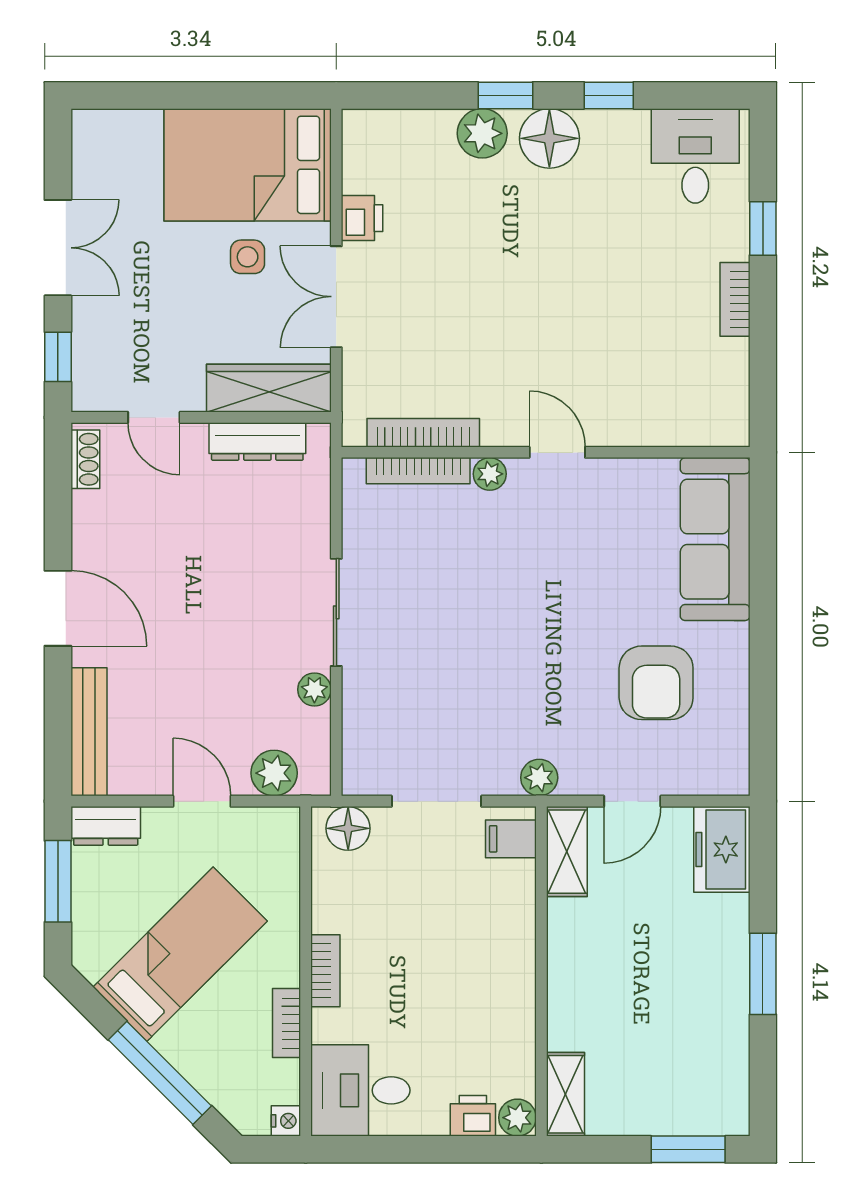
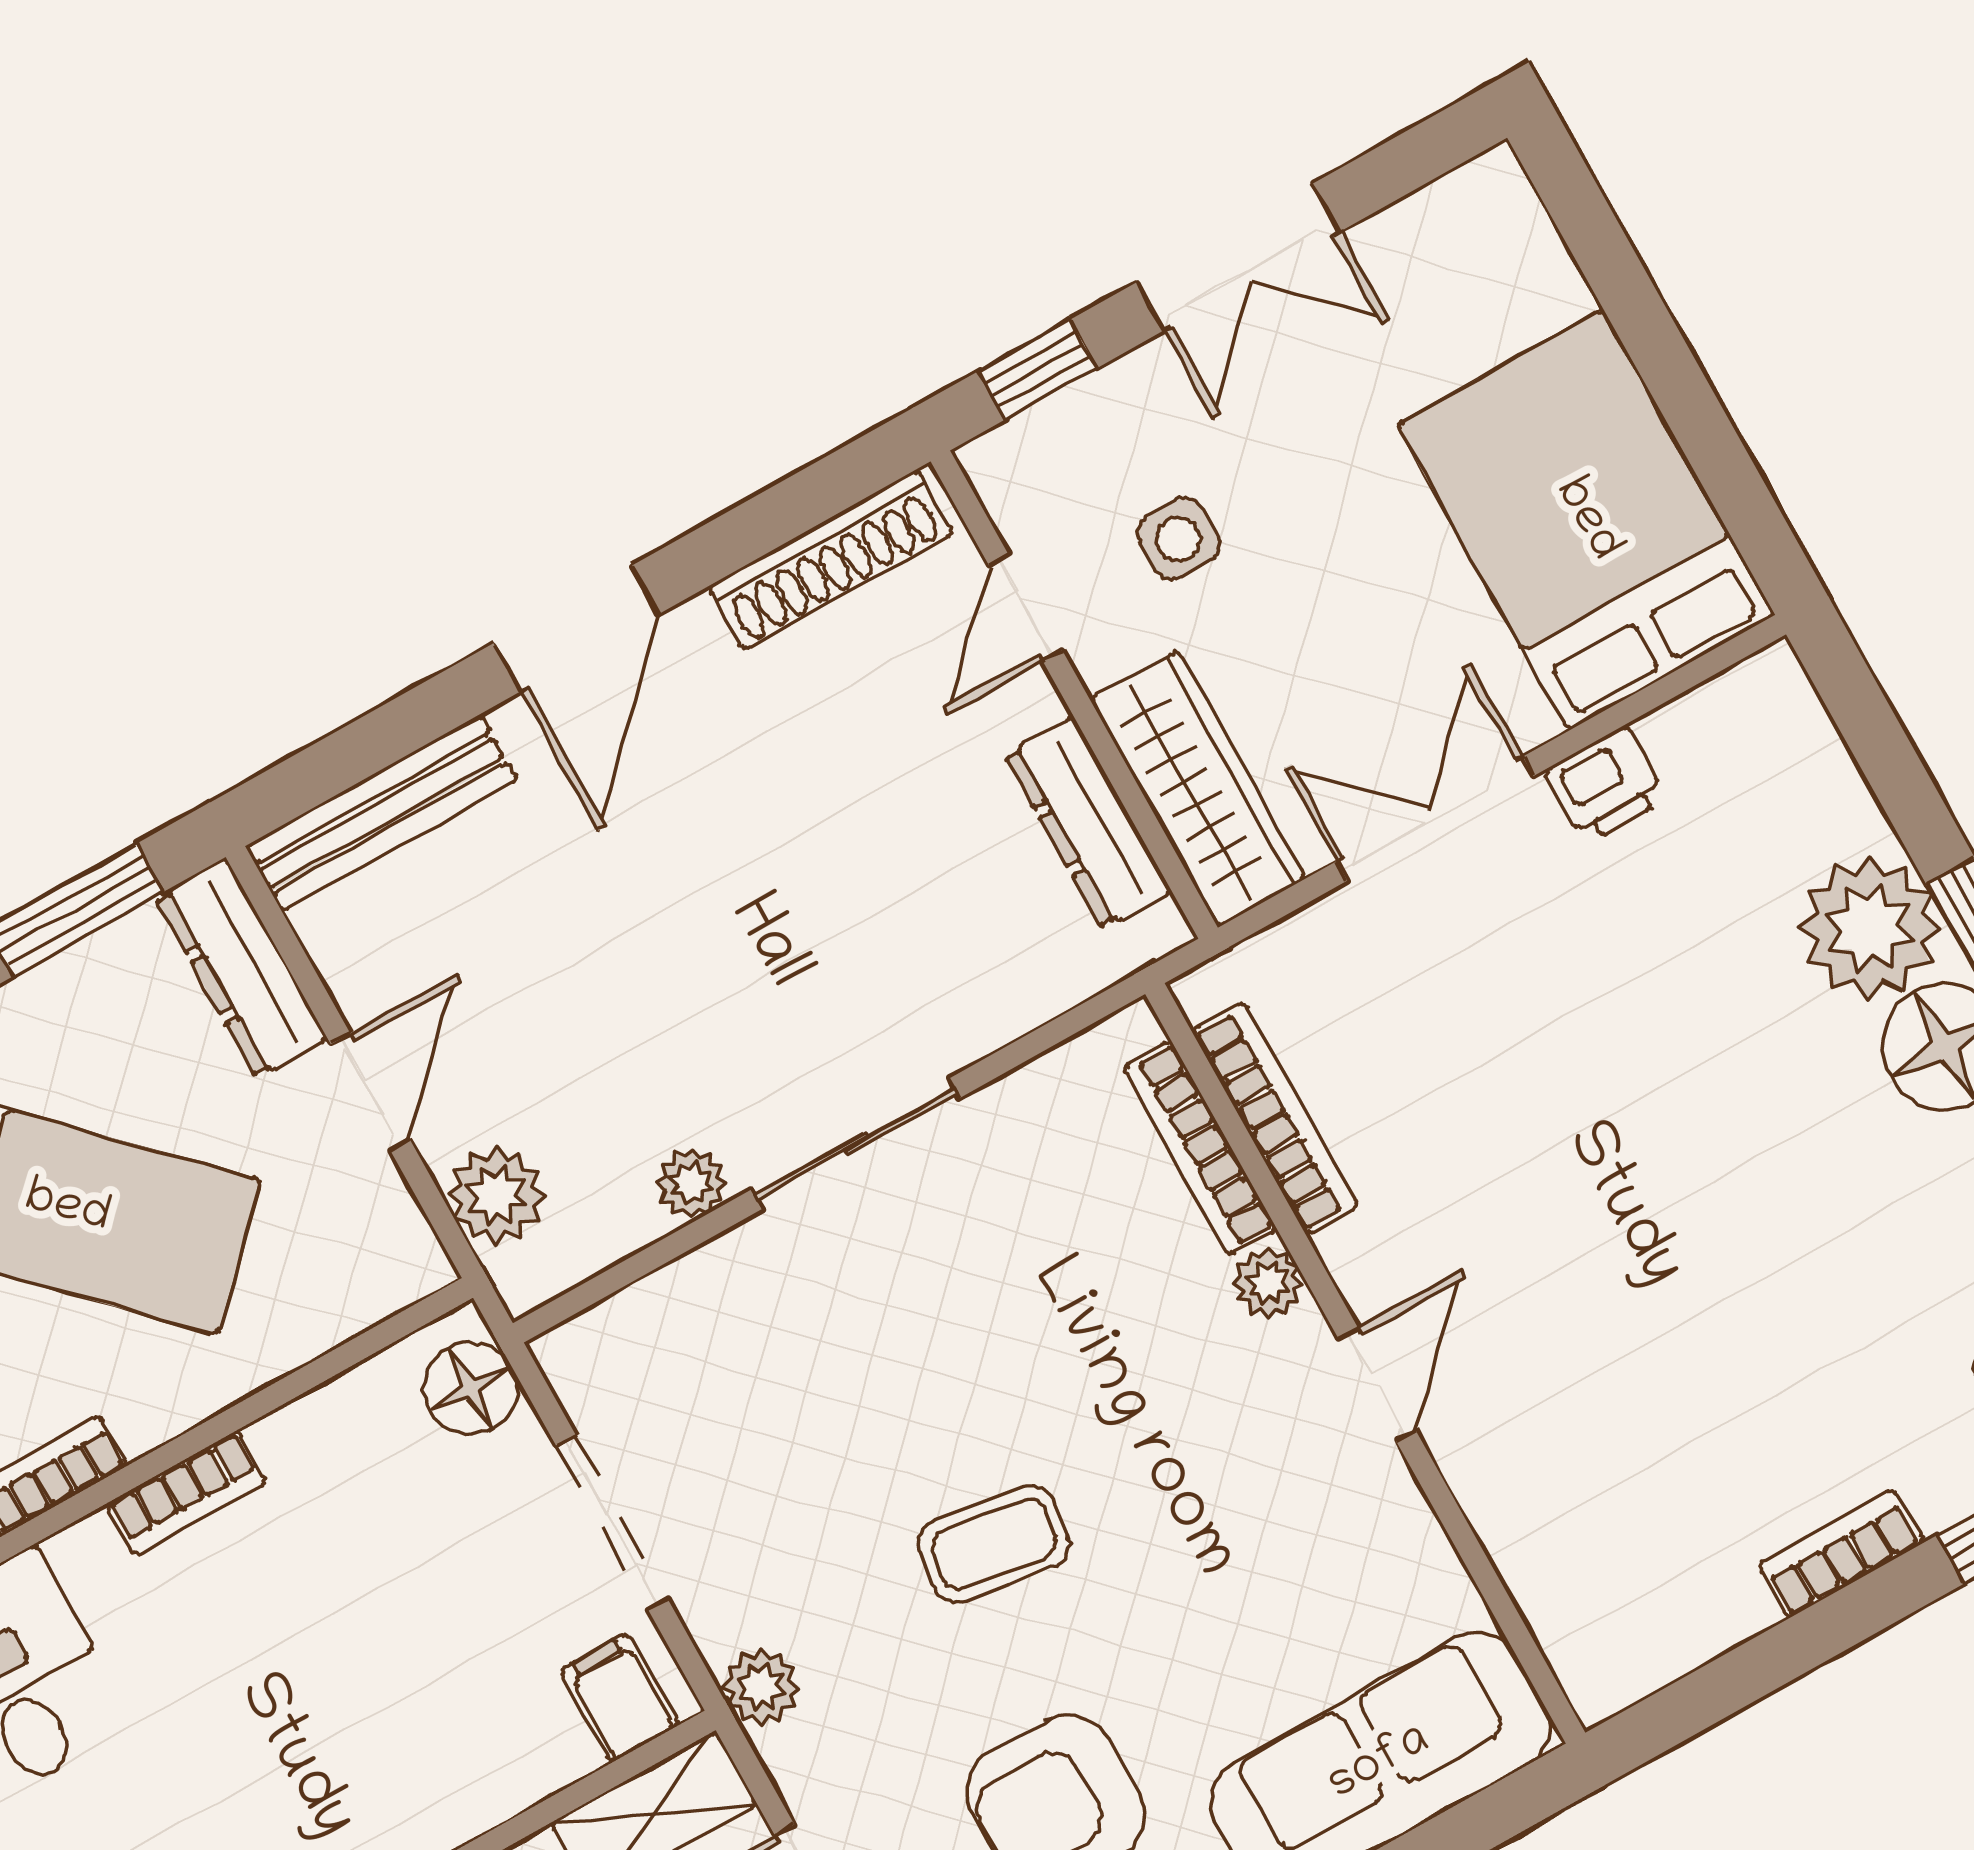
plant: (482, 133) -> (1869, 928), width x1.36, depth x1.36
side table: (248, 257) -> (1178, 539), moved
shoe rack: (85, 459) -> (831, 560), width x1.94, depth x1.24
coffee table: (534, 648) -> (994, 1544), added
dresser: (106, 826) -> (241, 968), width x1.44

